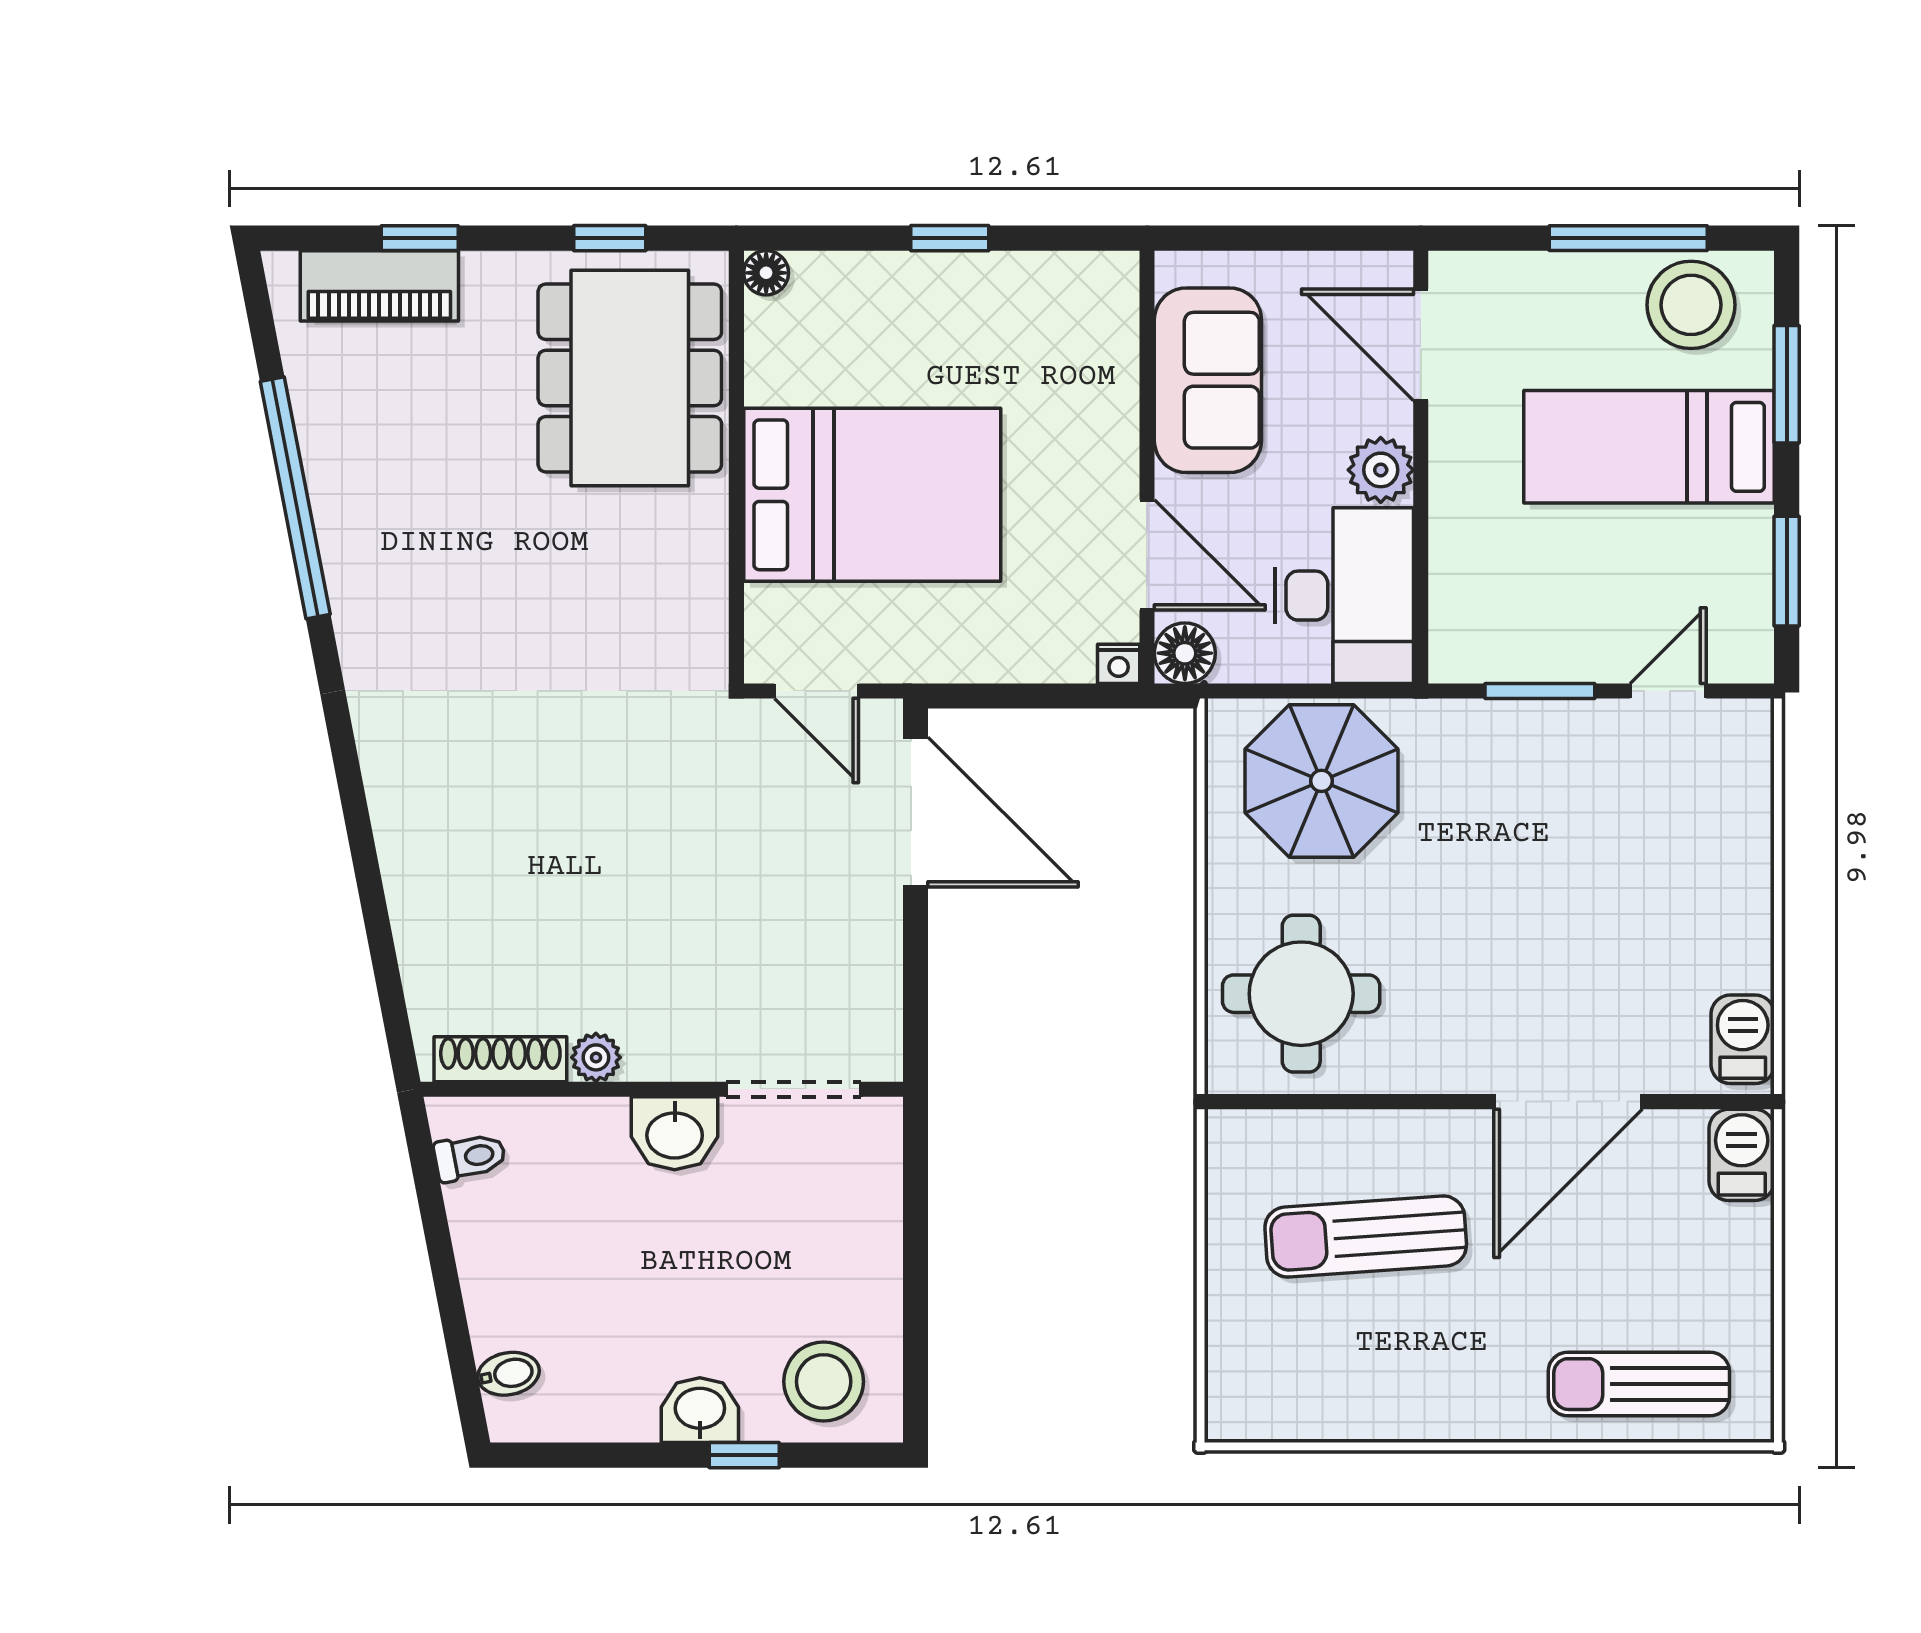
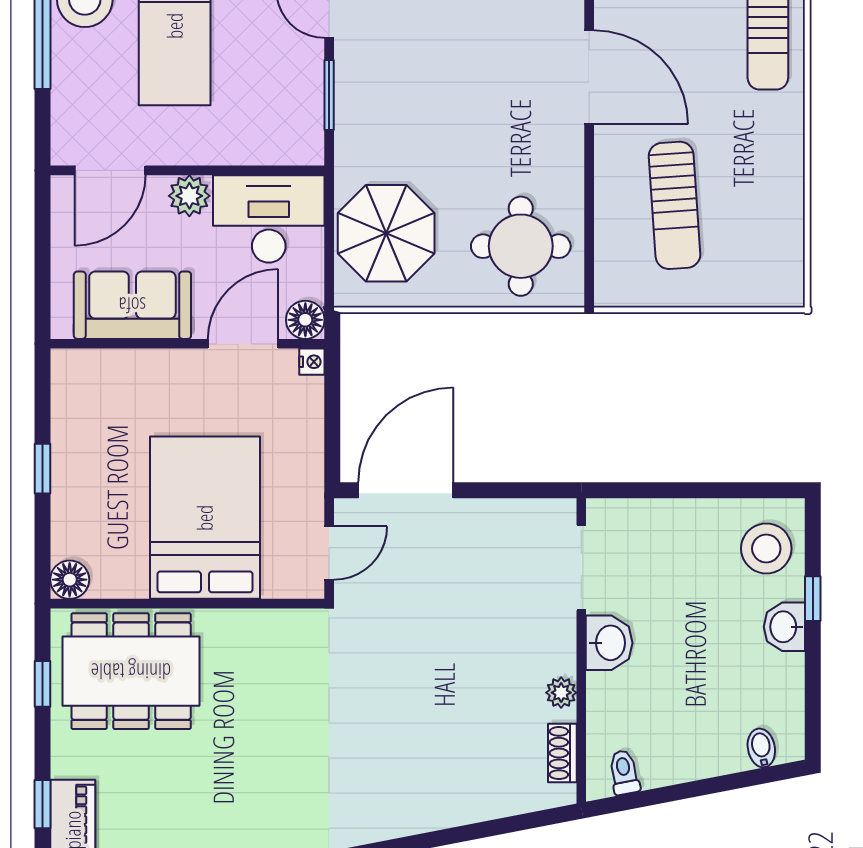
floor lamp: (766, 273) -> (70, 580), width x1.37, depth x1.37
shoe rack: (500, 1059) -> (562, 753), width x0.70

